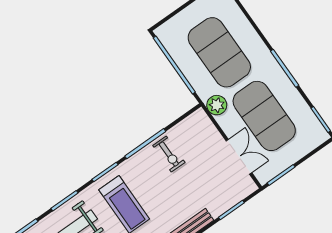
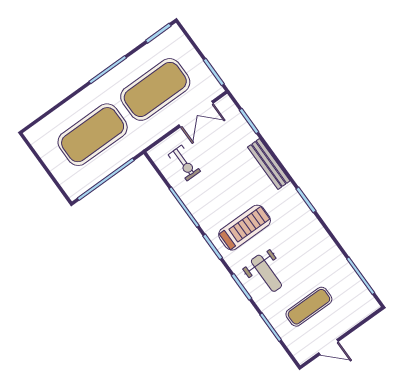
plant: (217, 105) -> (145, 137), removed
exercise bike: (169, 154) -> (184, 163), moved, turned 90
double door: (239, 157) -> (196, 114), swing flipped

